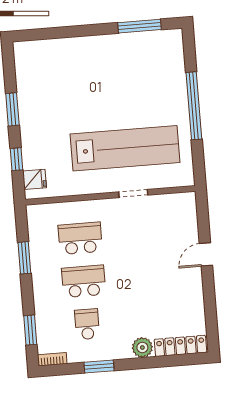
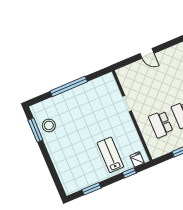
stool: (140, 51) -> (49, 125), added
window: (12, 109) -> (91, 189), moved
lab bench: (125, 148) -> (110, 155), moved, width x0.54, depth x0.72

